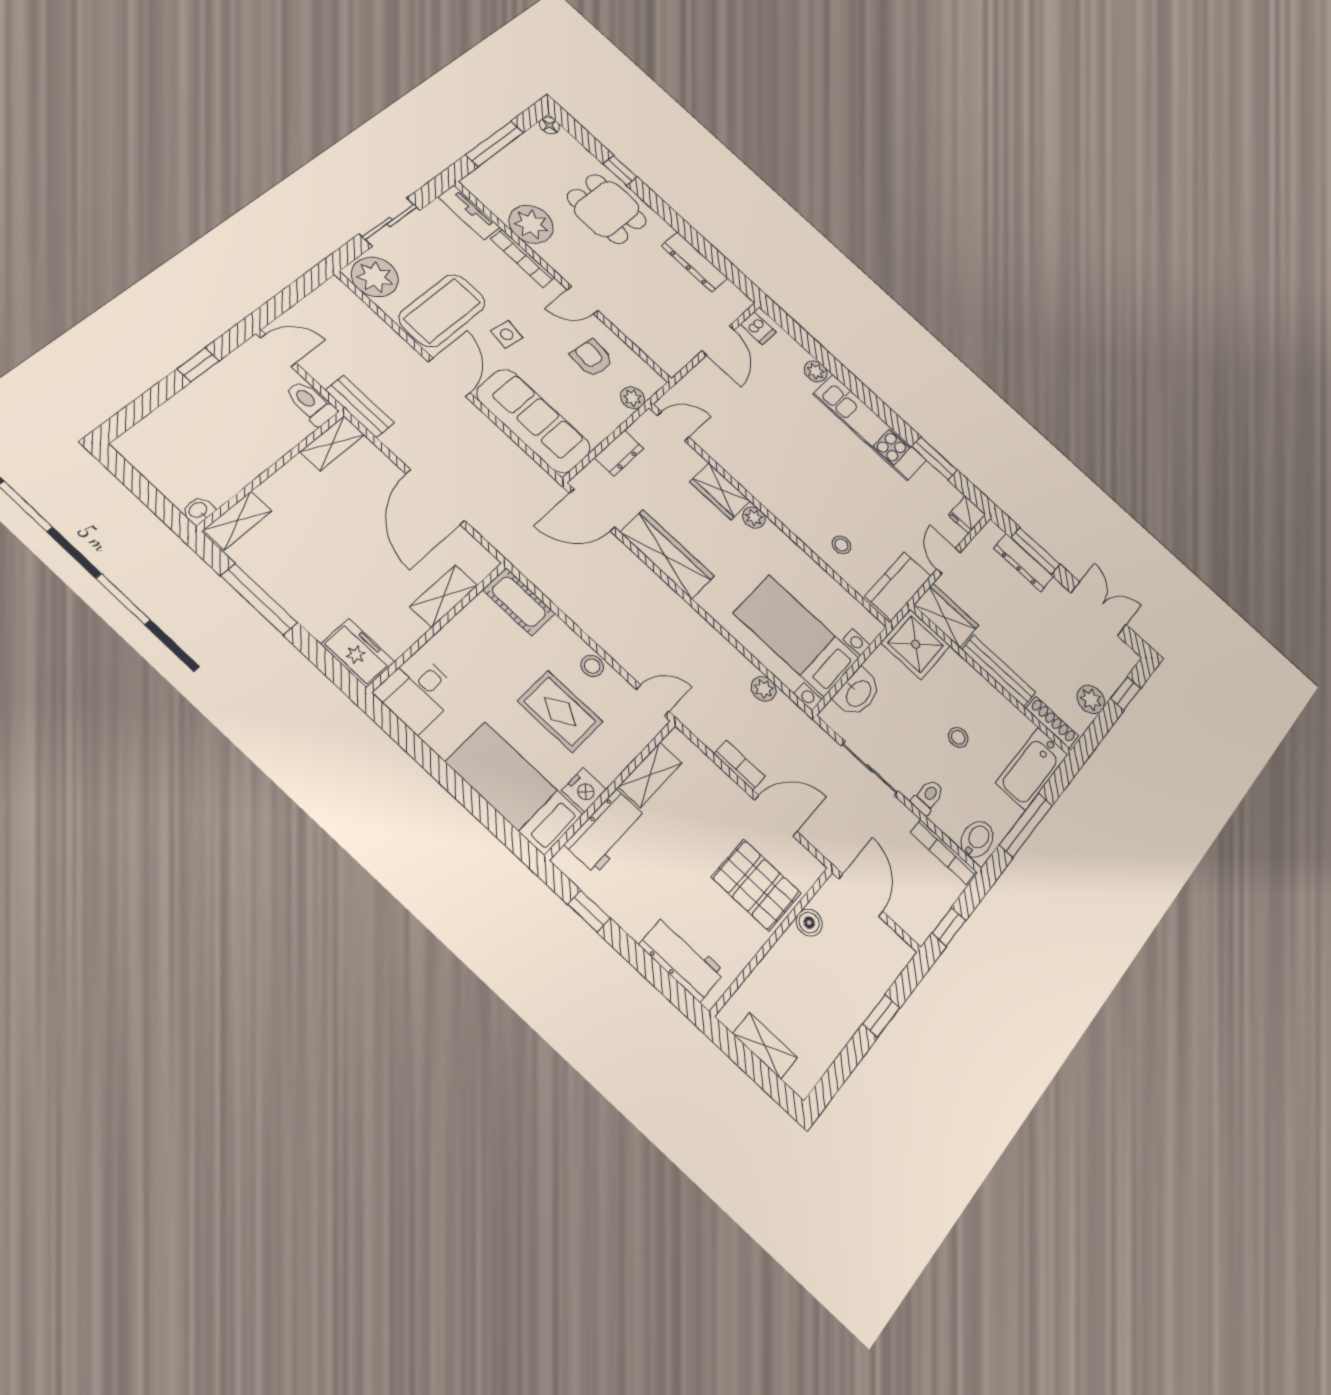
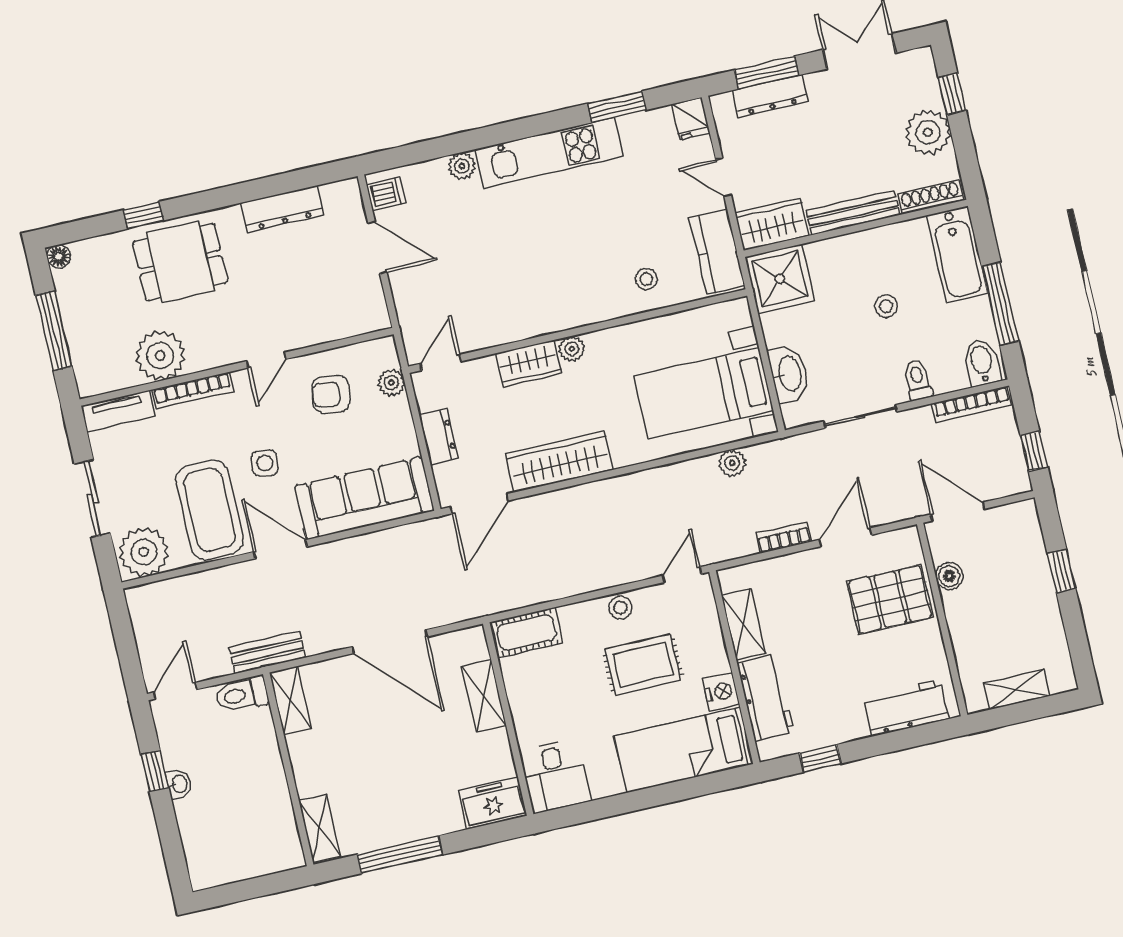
washbasin: (198, 510) -> (179, 784), moved, turned 180
plant: (1091, 699) -> (928, 132), width x1.36, depth x1.36

